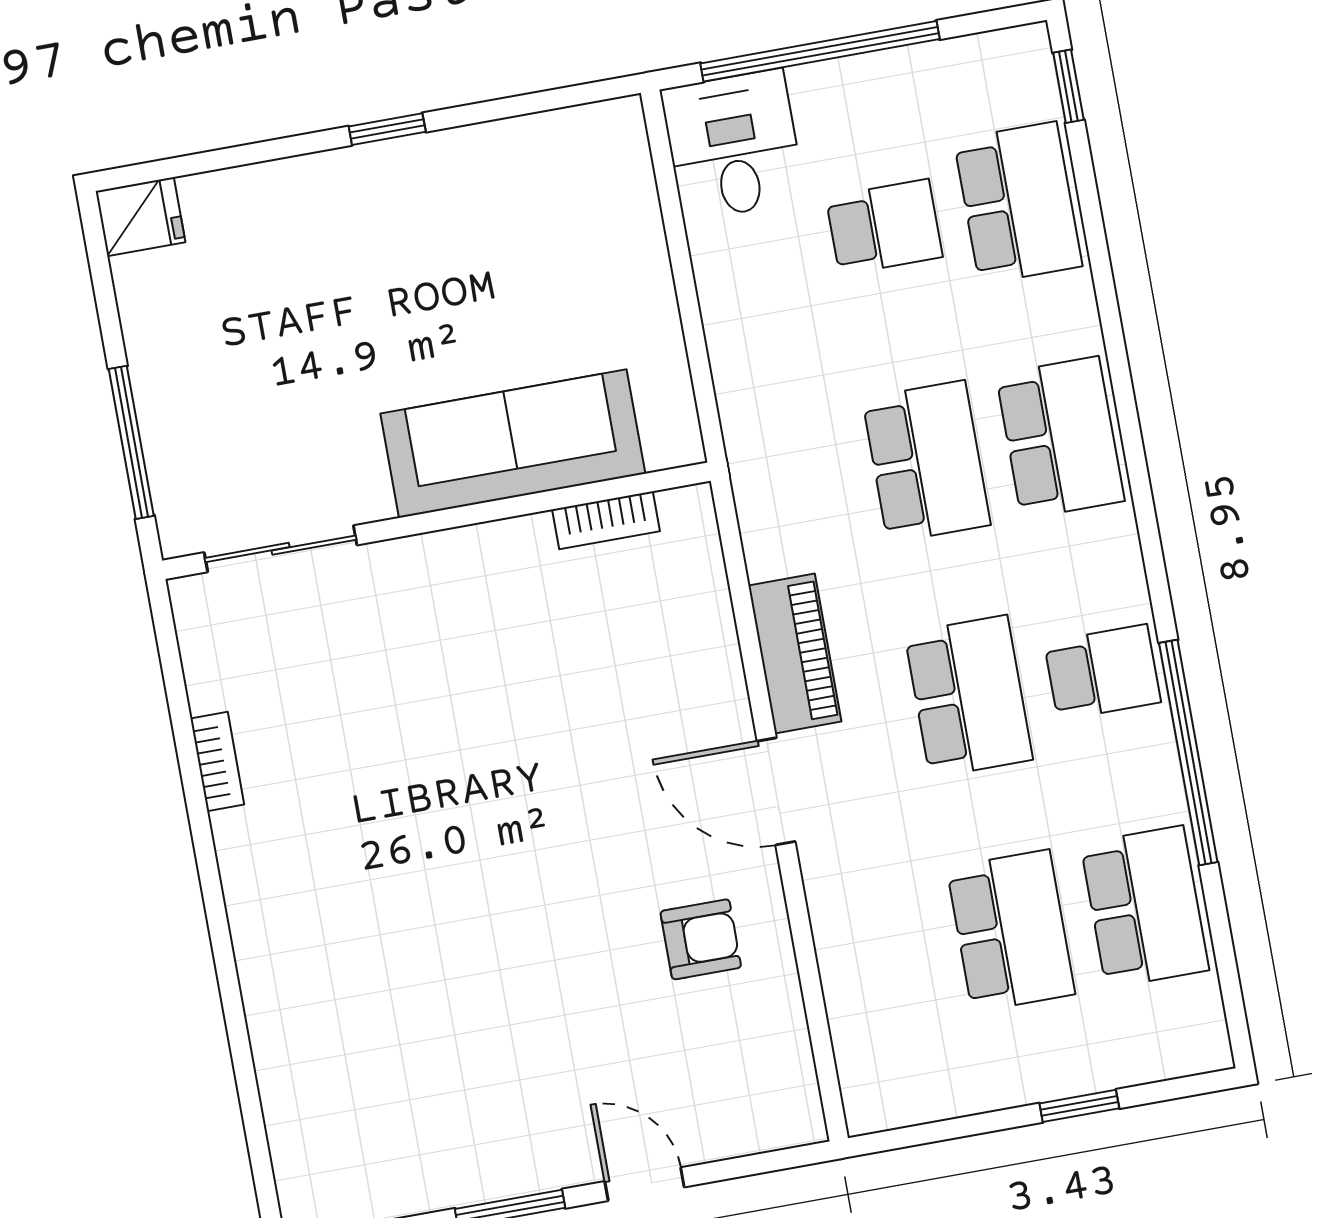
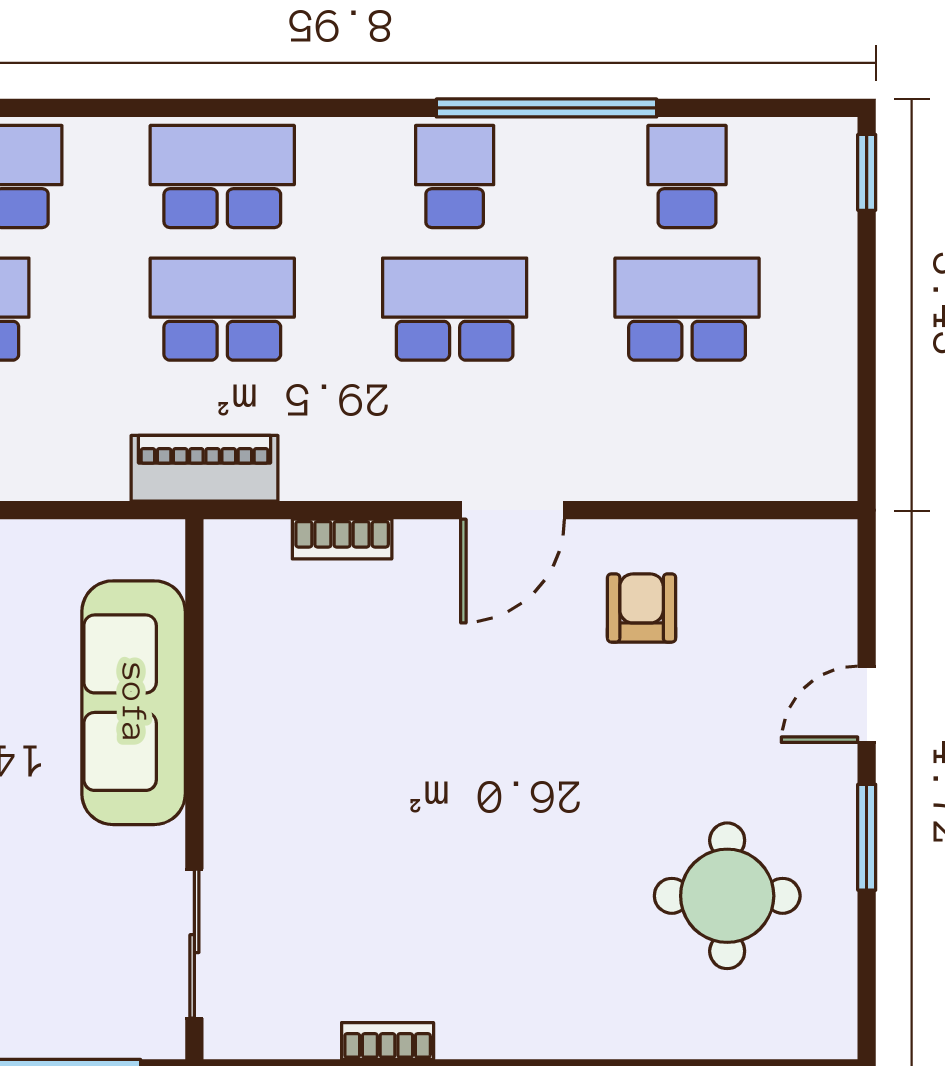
bookcase: (606, 520) -> (342, 539), moved, turned 90
piano: (795, 654) -> (204, 468), moved
school desk: (1145, 907) -> (687, 177), width x0.54
round table: (426, 1078) -> (727, 896), added
window: (1079, 1106) -> (867, 172), moved

